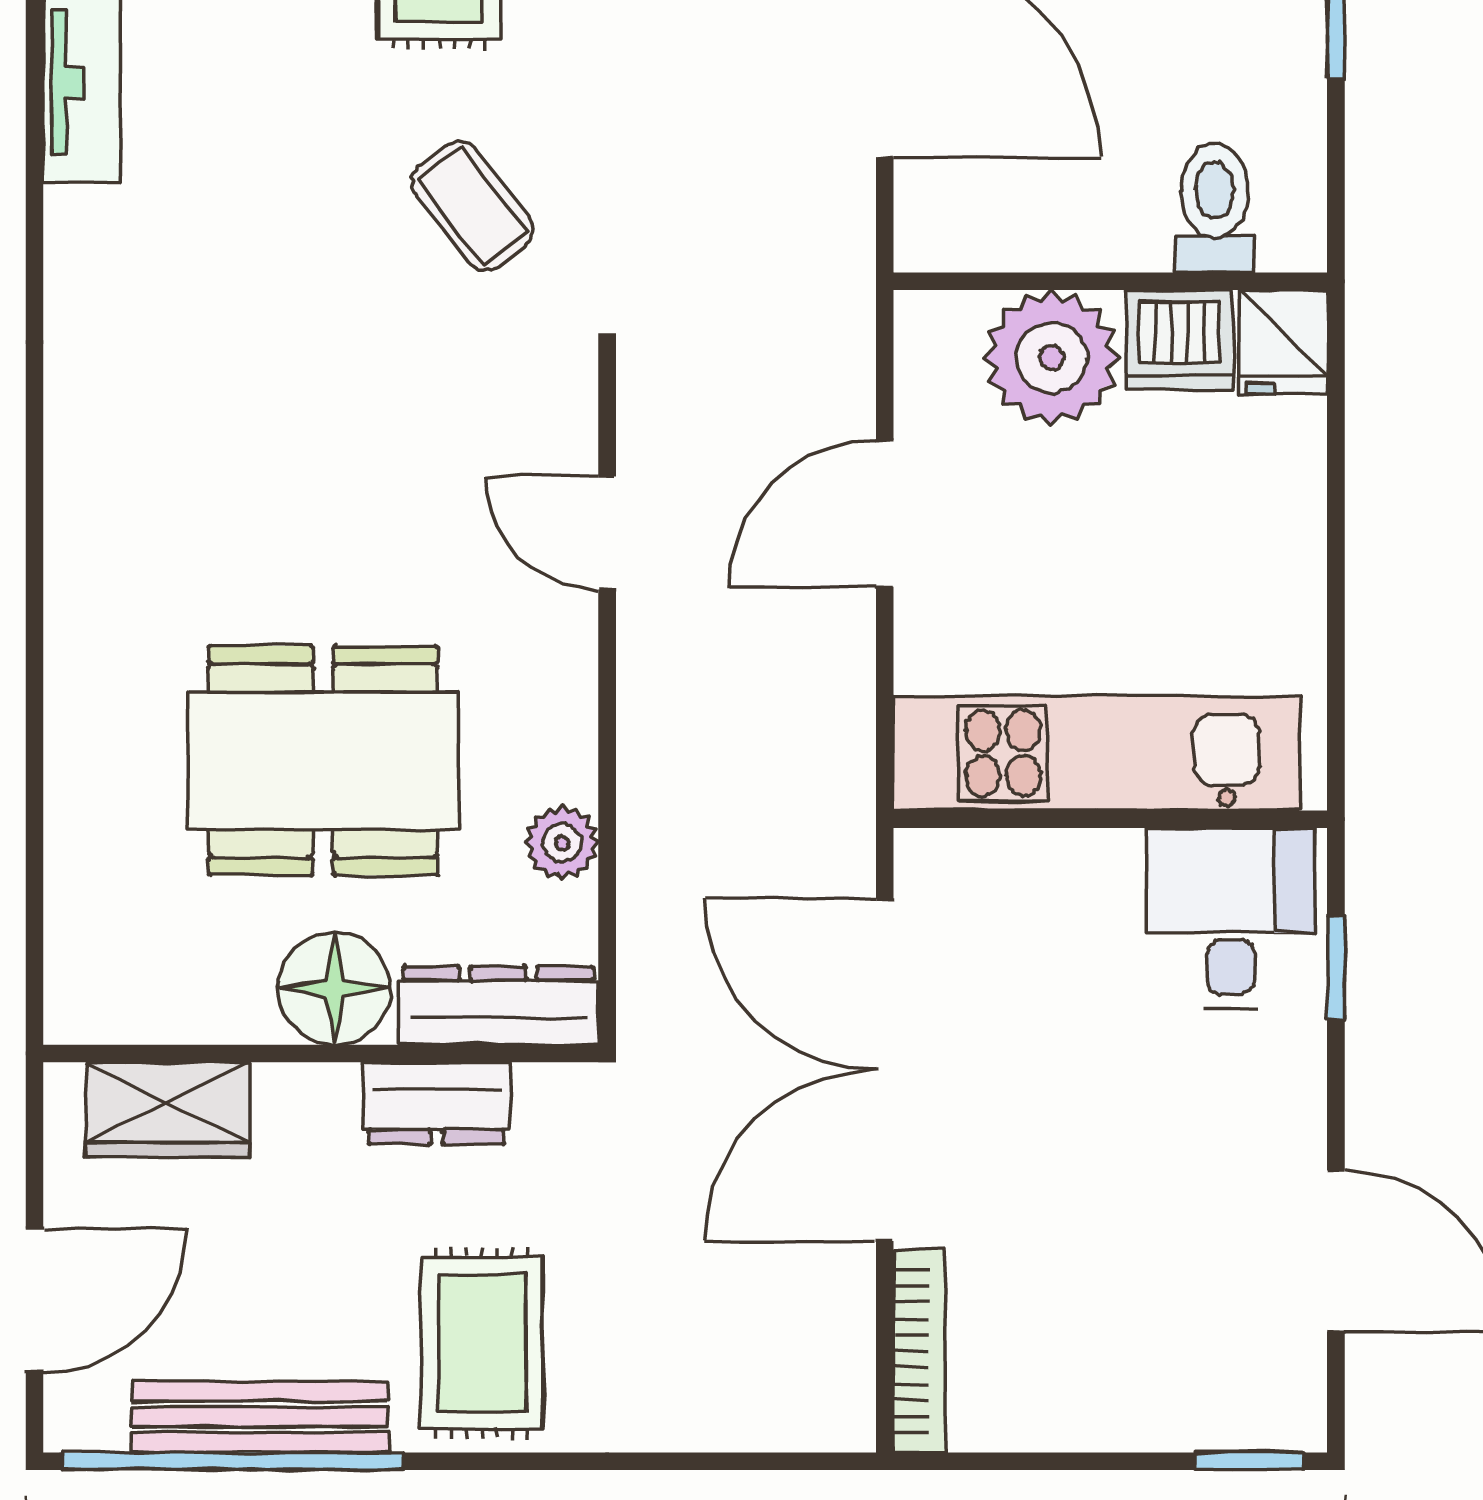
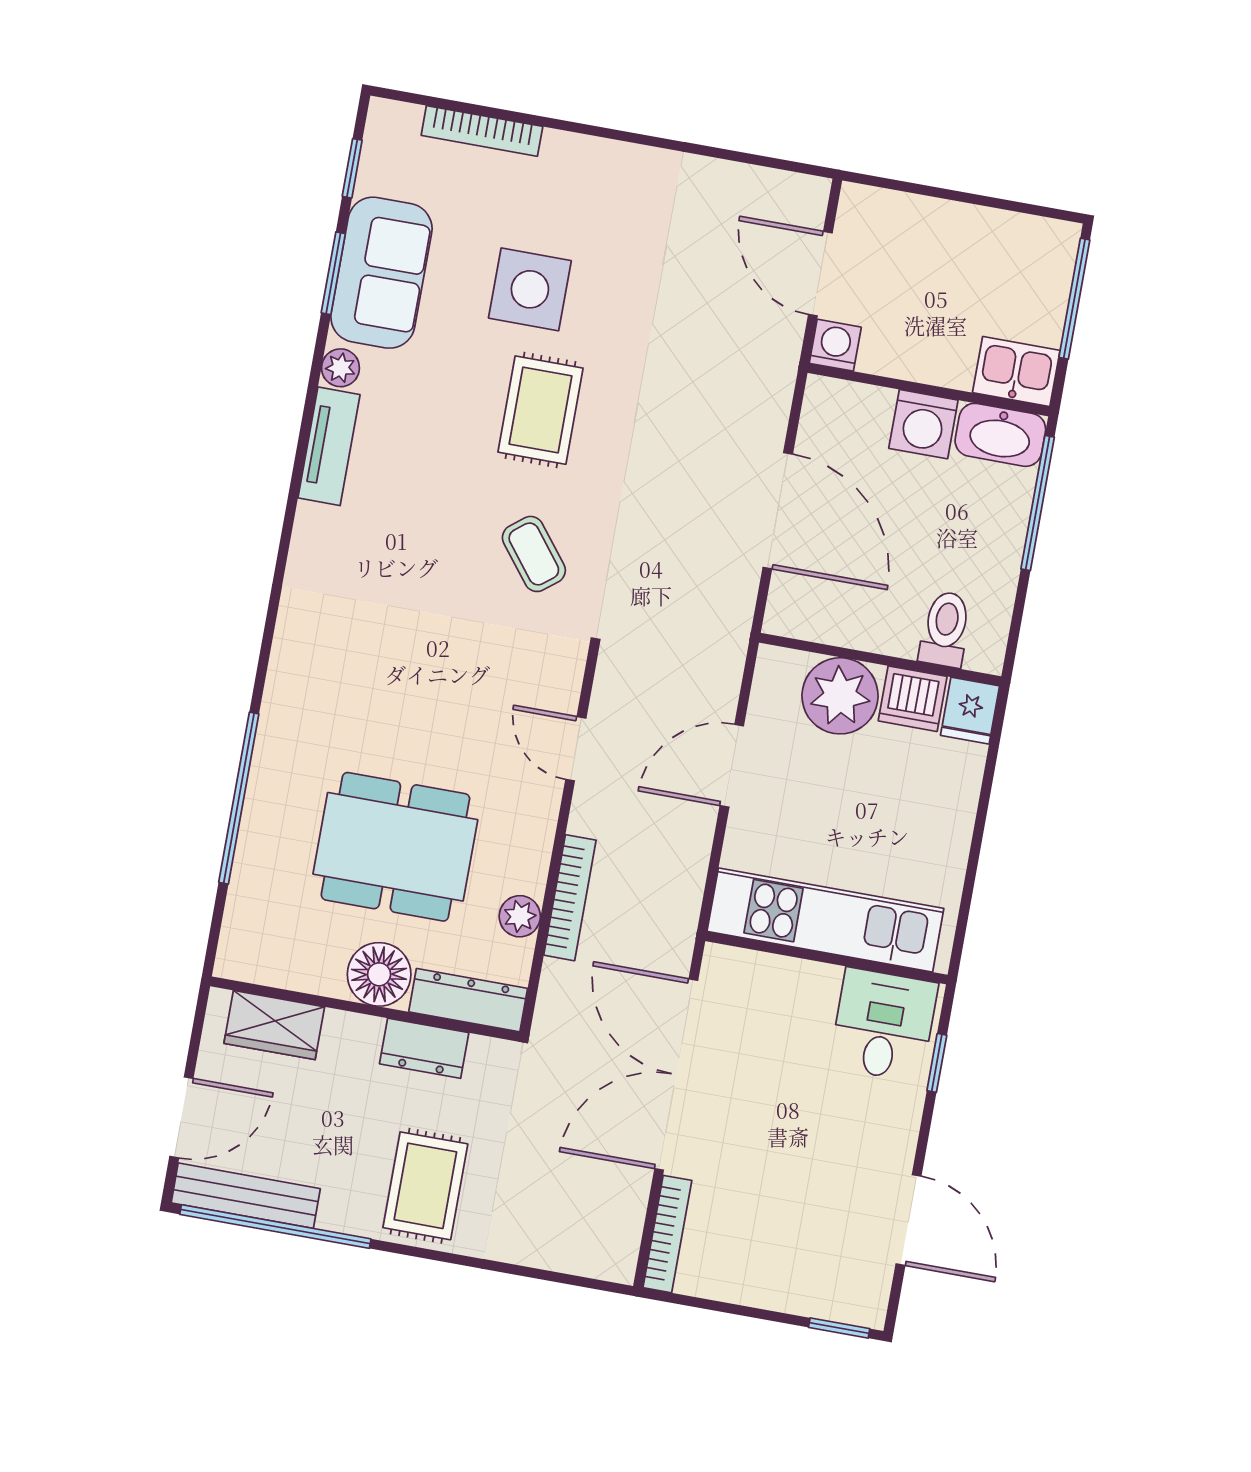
window: (35, 725) -> (239, 798), added
bookcase: (644, 795) -> (570, 898), added
bench: (260, 1417) -> (246, 1196), moved

